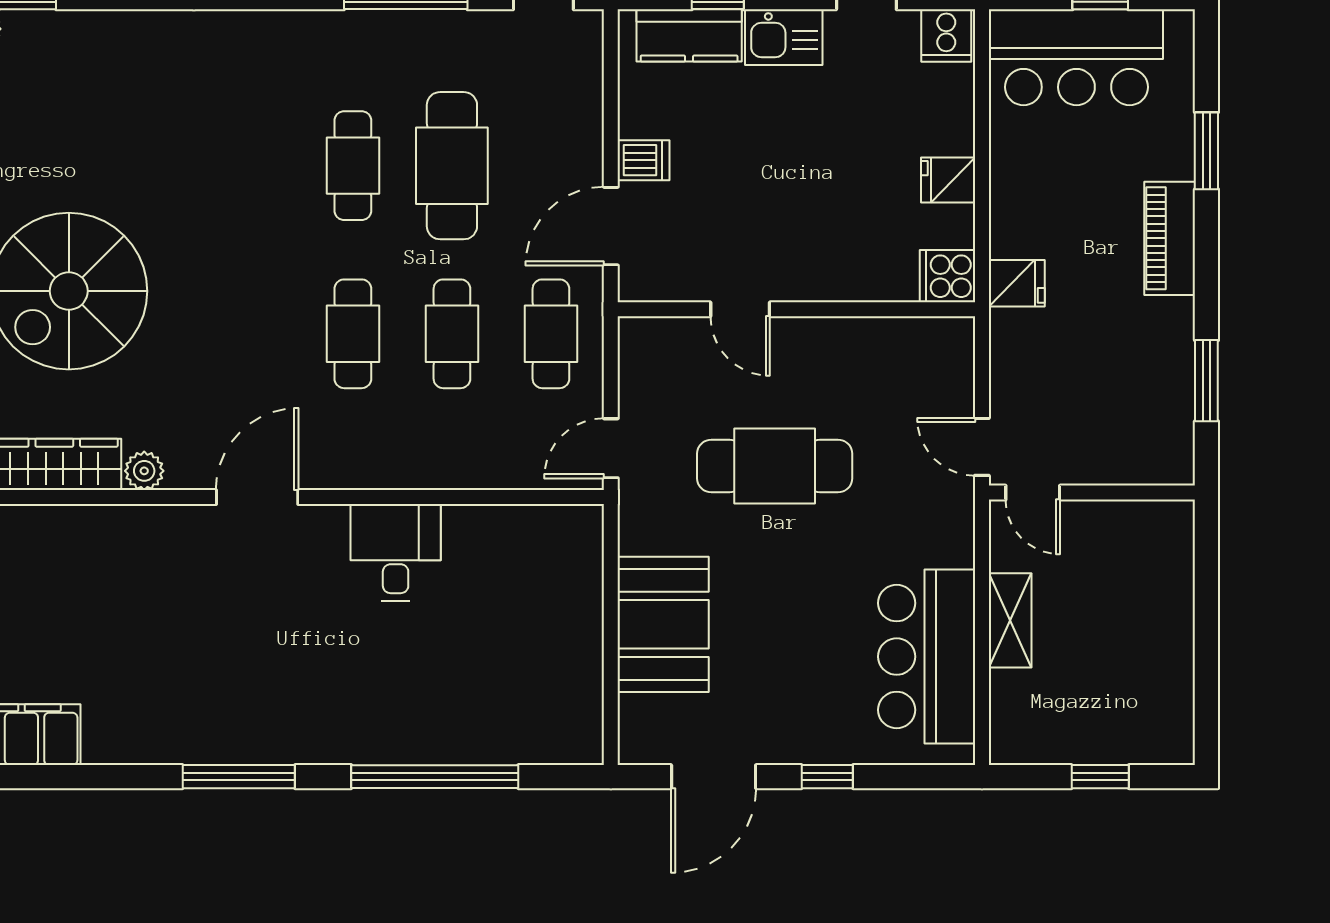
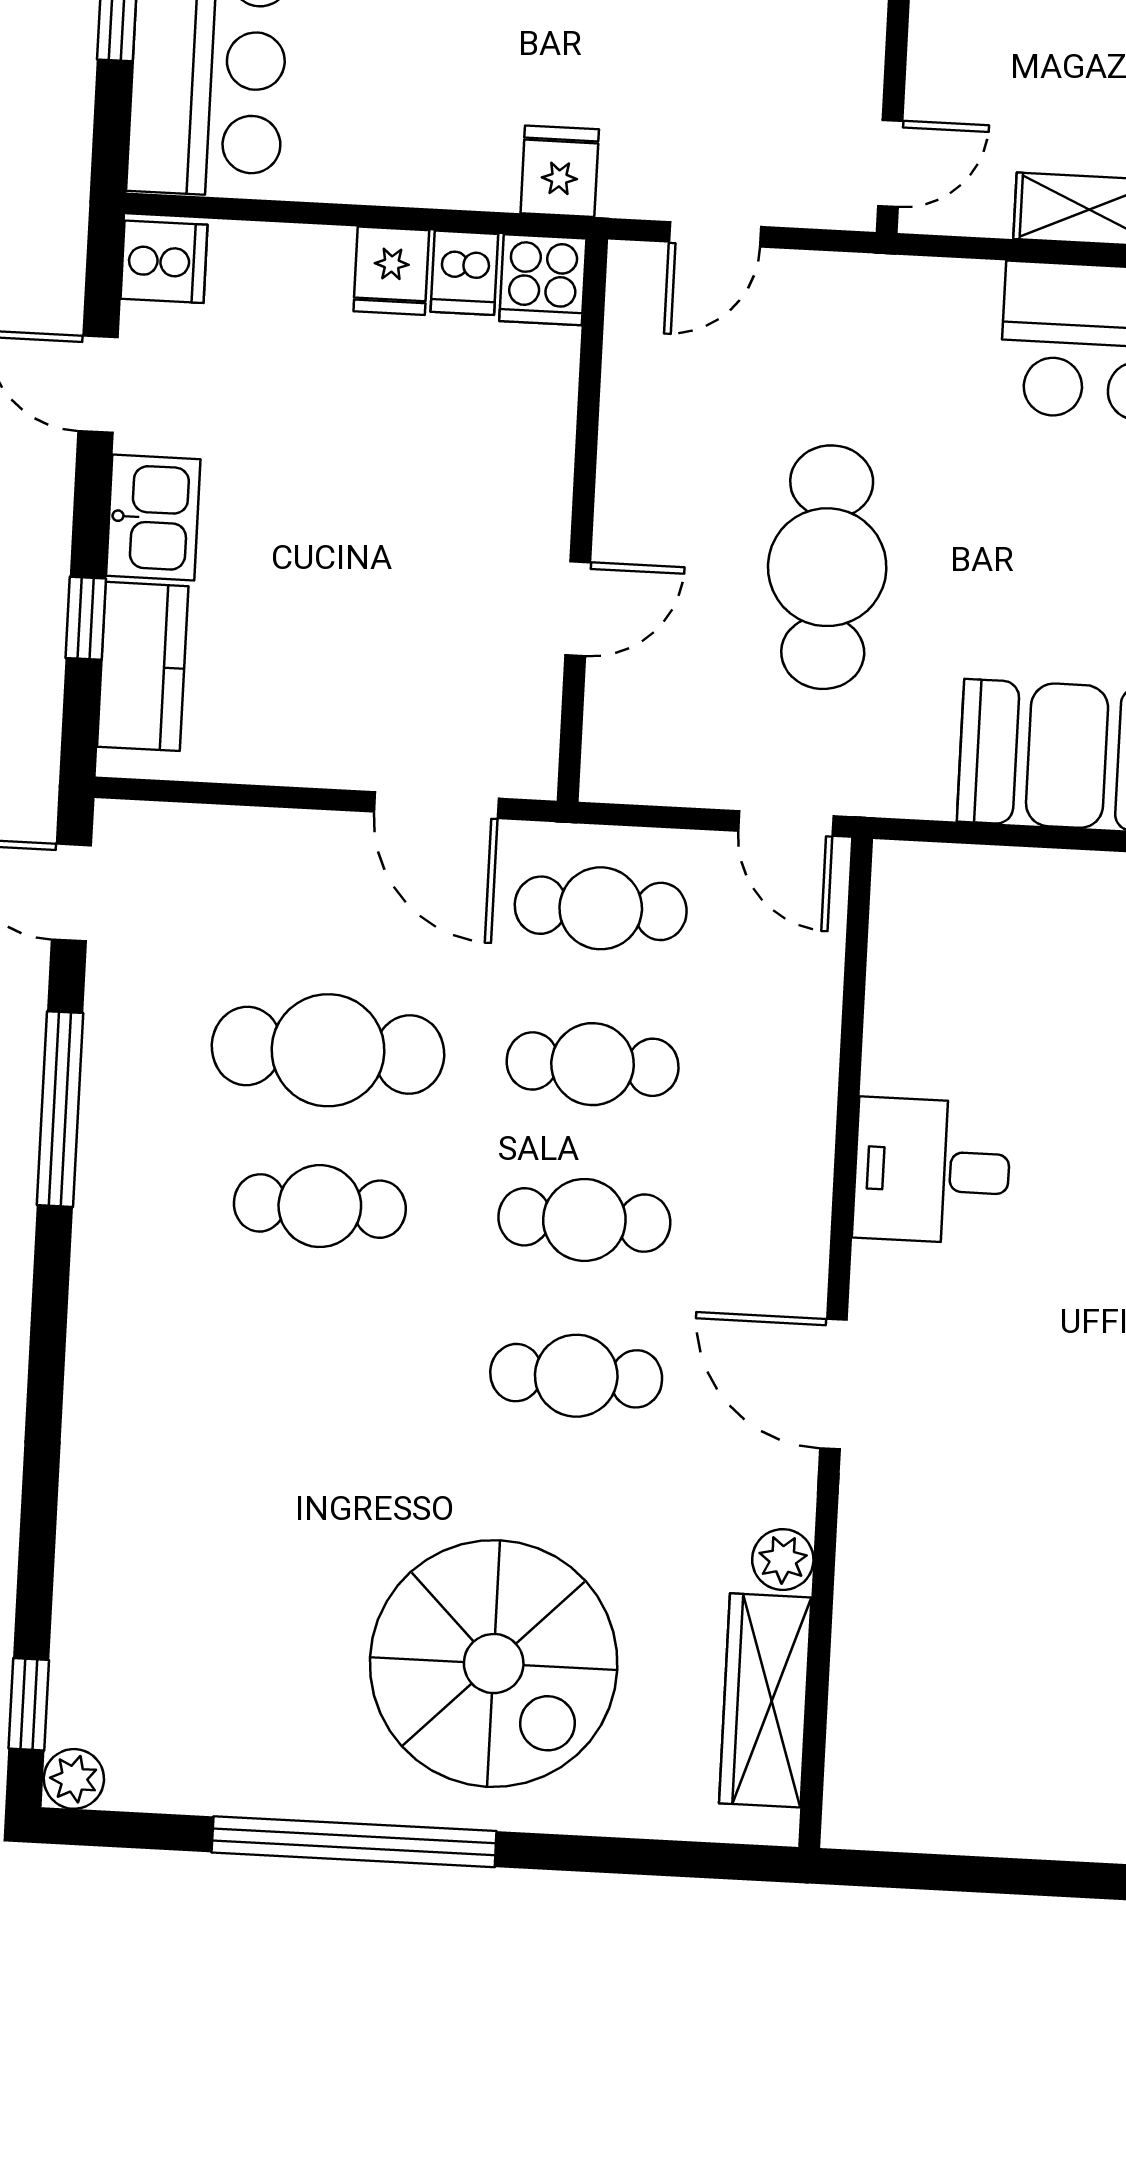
dishwasher: (644, 160) -> (464, 273), moved, turned 180
cafe table: (254, 334) -> (576, 1376), added
door: (982, 447) -> (715, 234), moved

